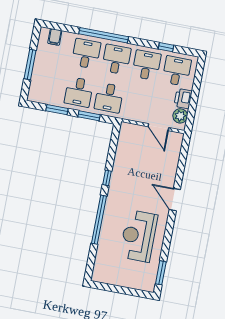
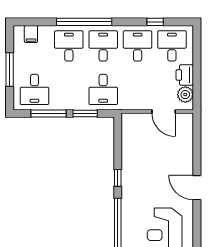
desk: (79, 92) -> (34, 89), moved
window: (57, 110) -> (49, 113), width x1.44

